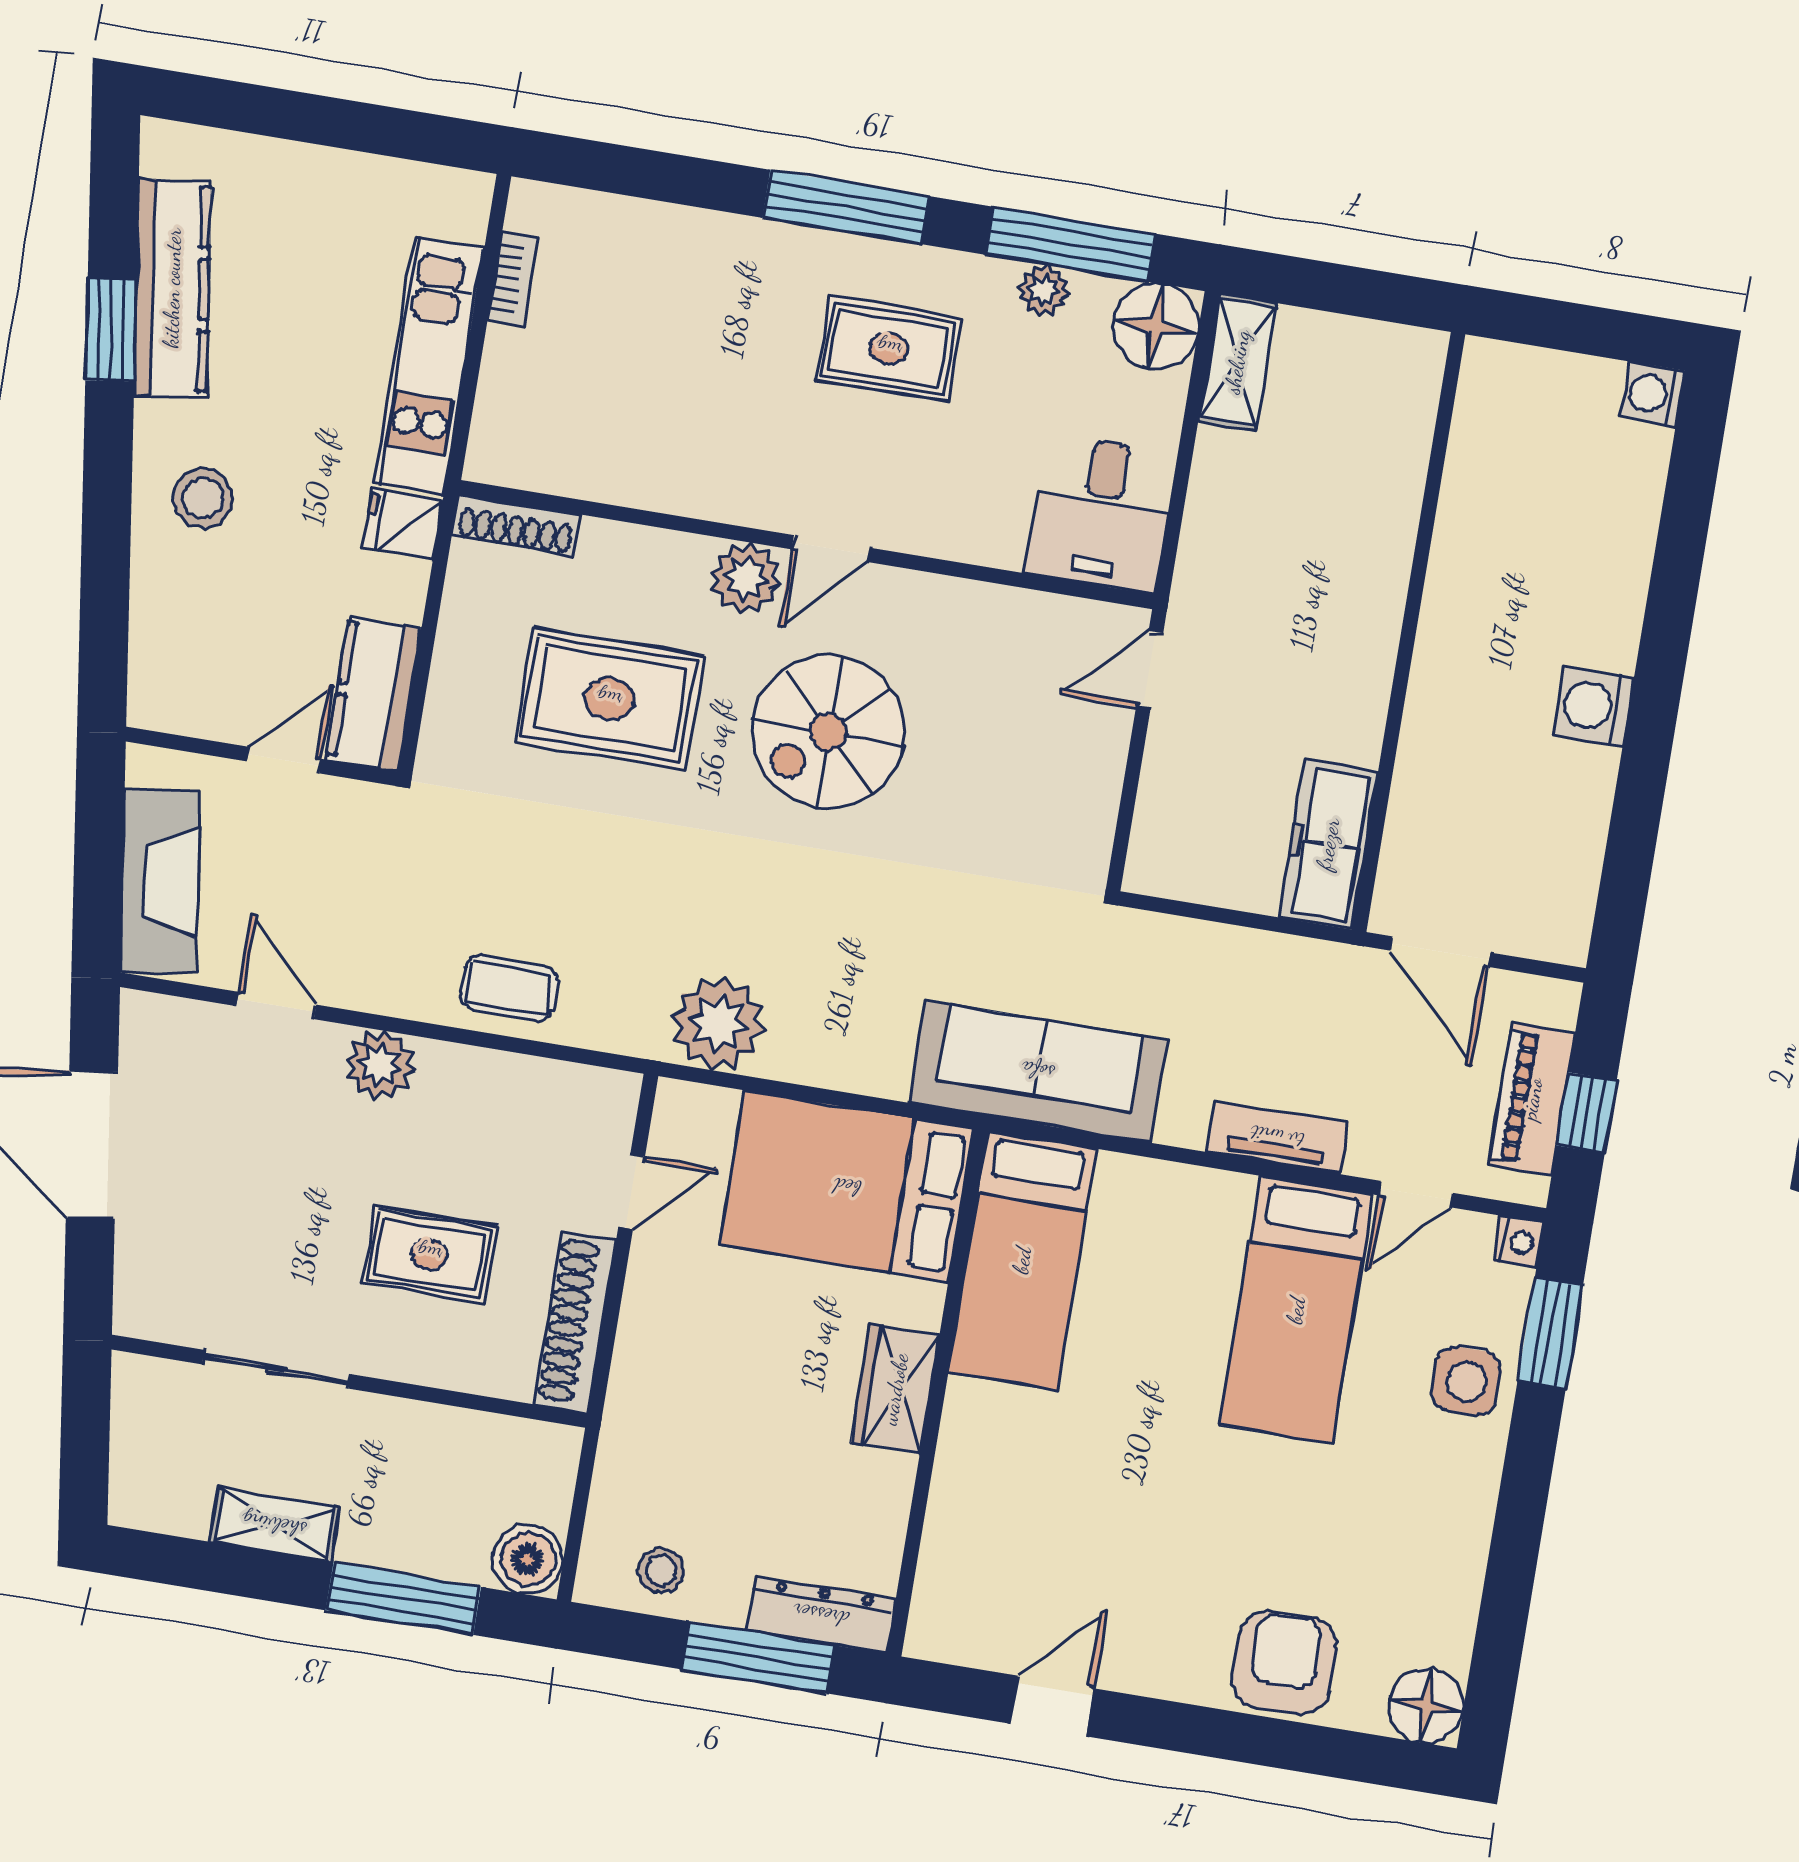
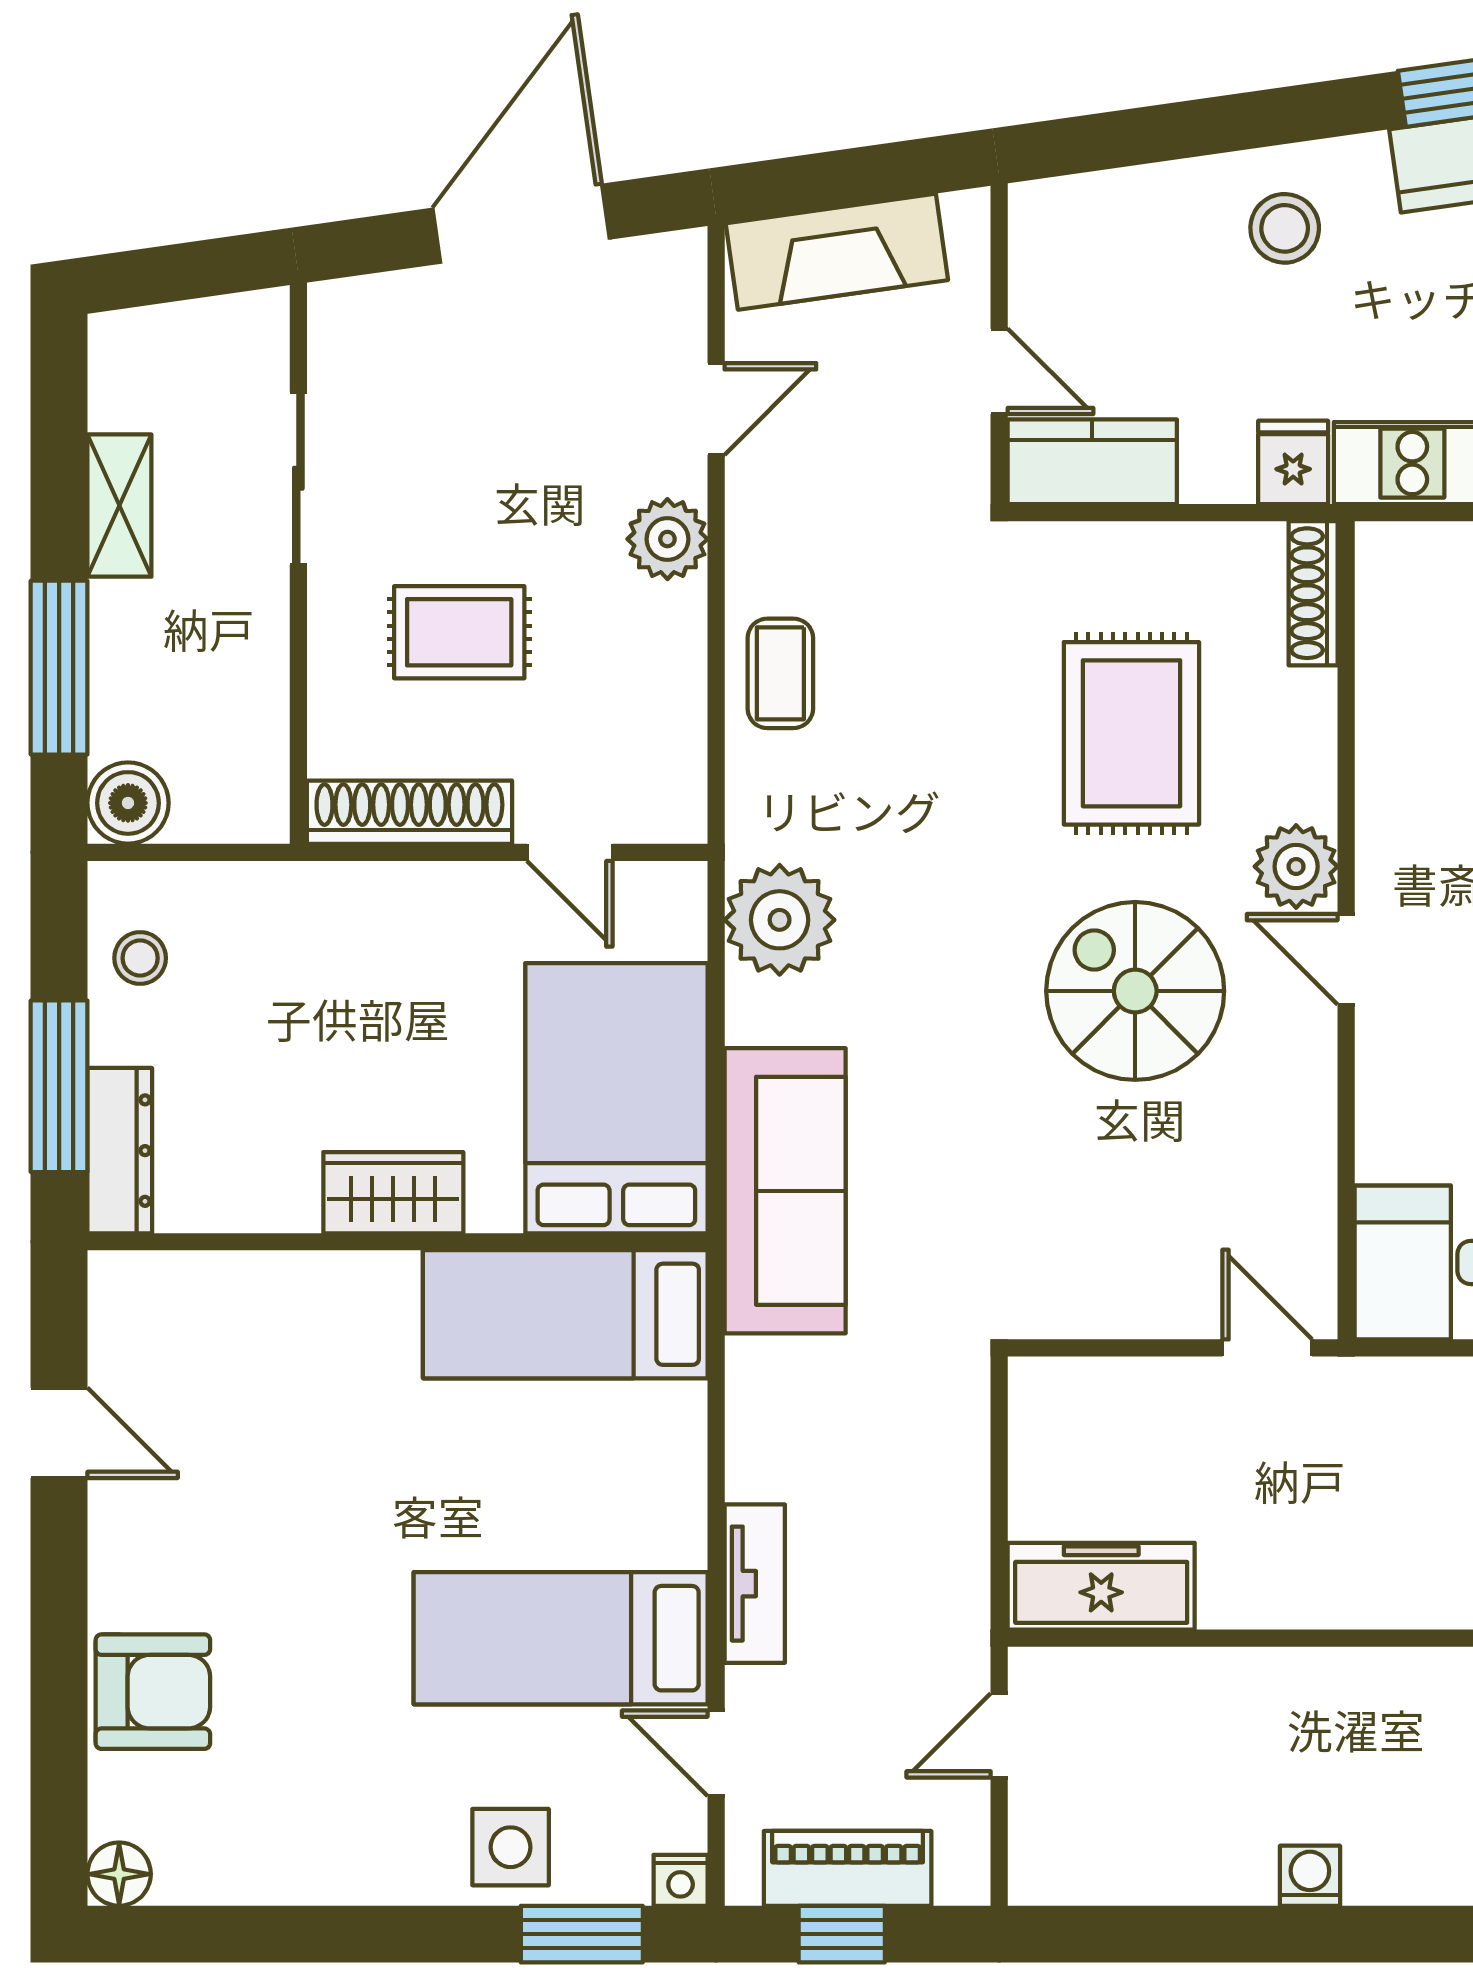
washing machine: (1593, 706) -> (1310, 1876), width x0.73, depth x0.73
door: (1440, 952) -> (999, 1735), width x0.73
sofa: (1038, 1071) -> (785, 1191), moved
rug: (429, 1254) -> (459, 632), turned 90
floor lamp: (1426, 1705) -> (119, 1874), width x0.73, depth x0.73

